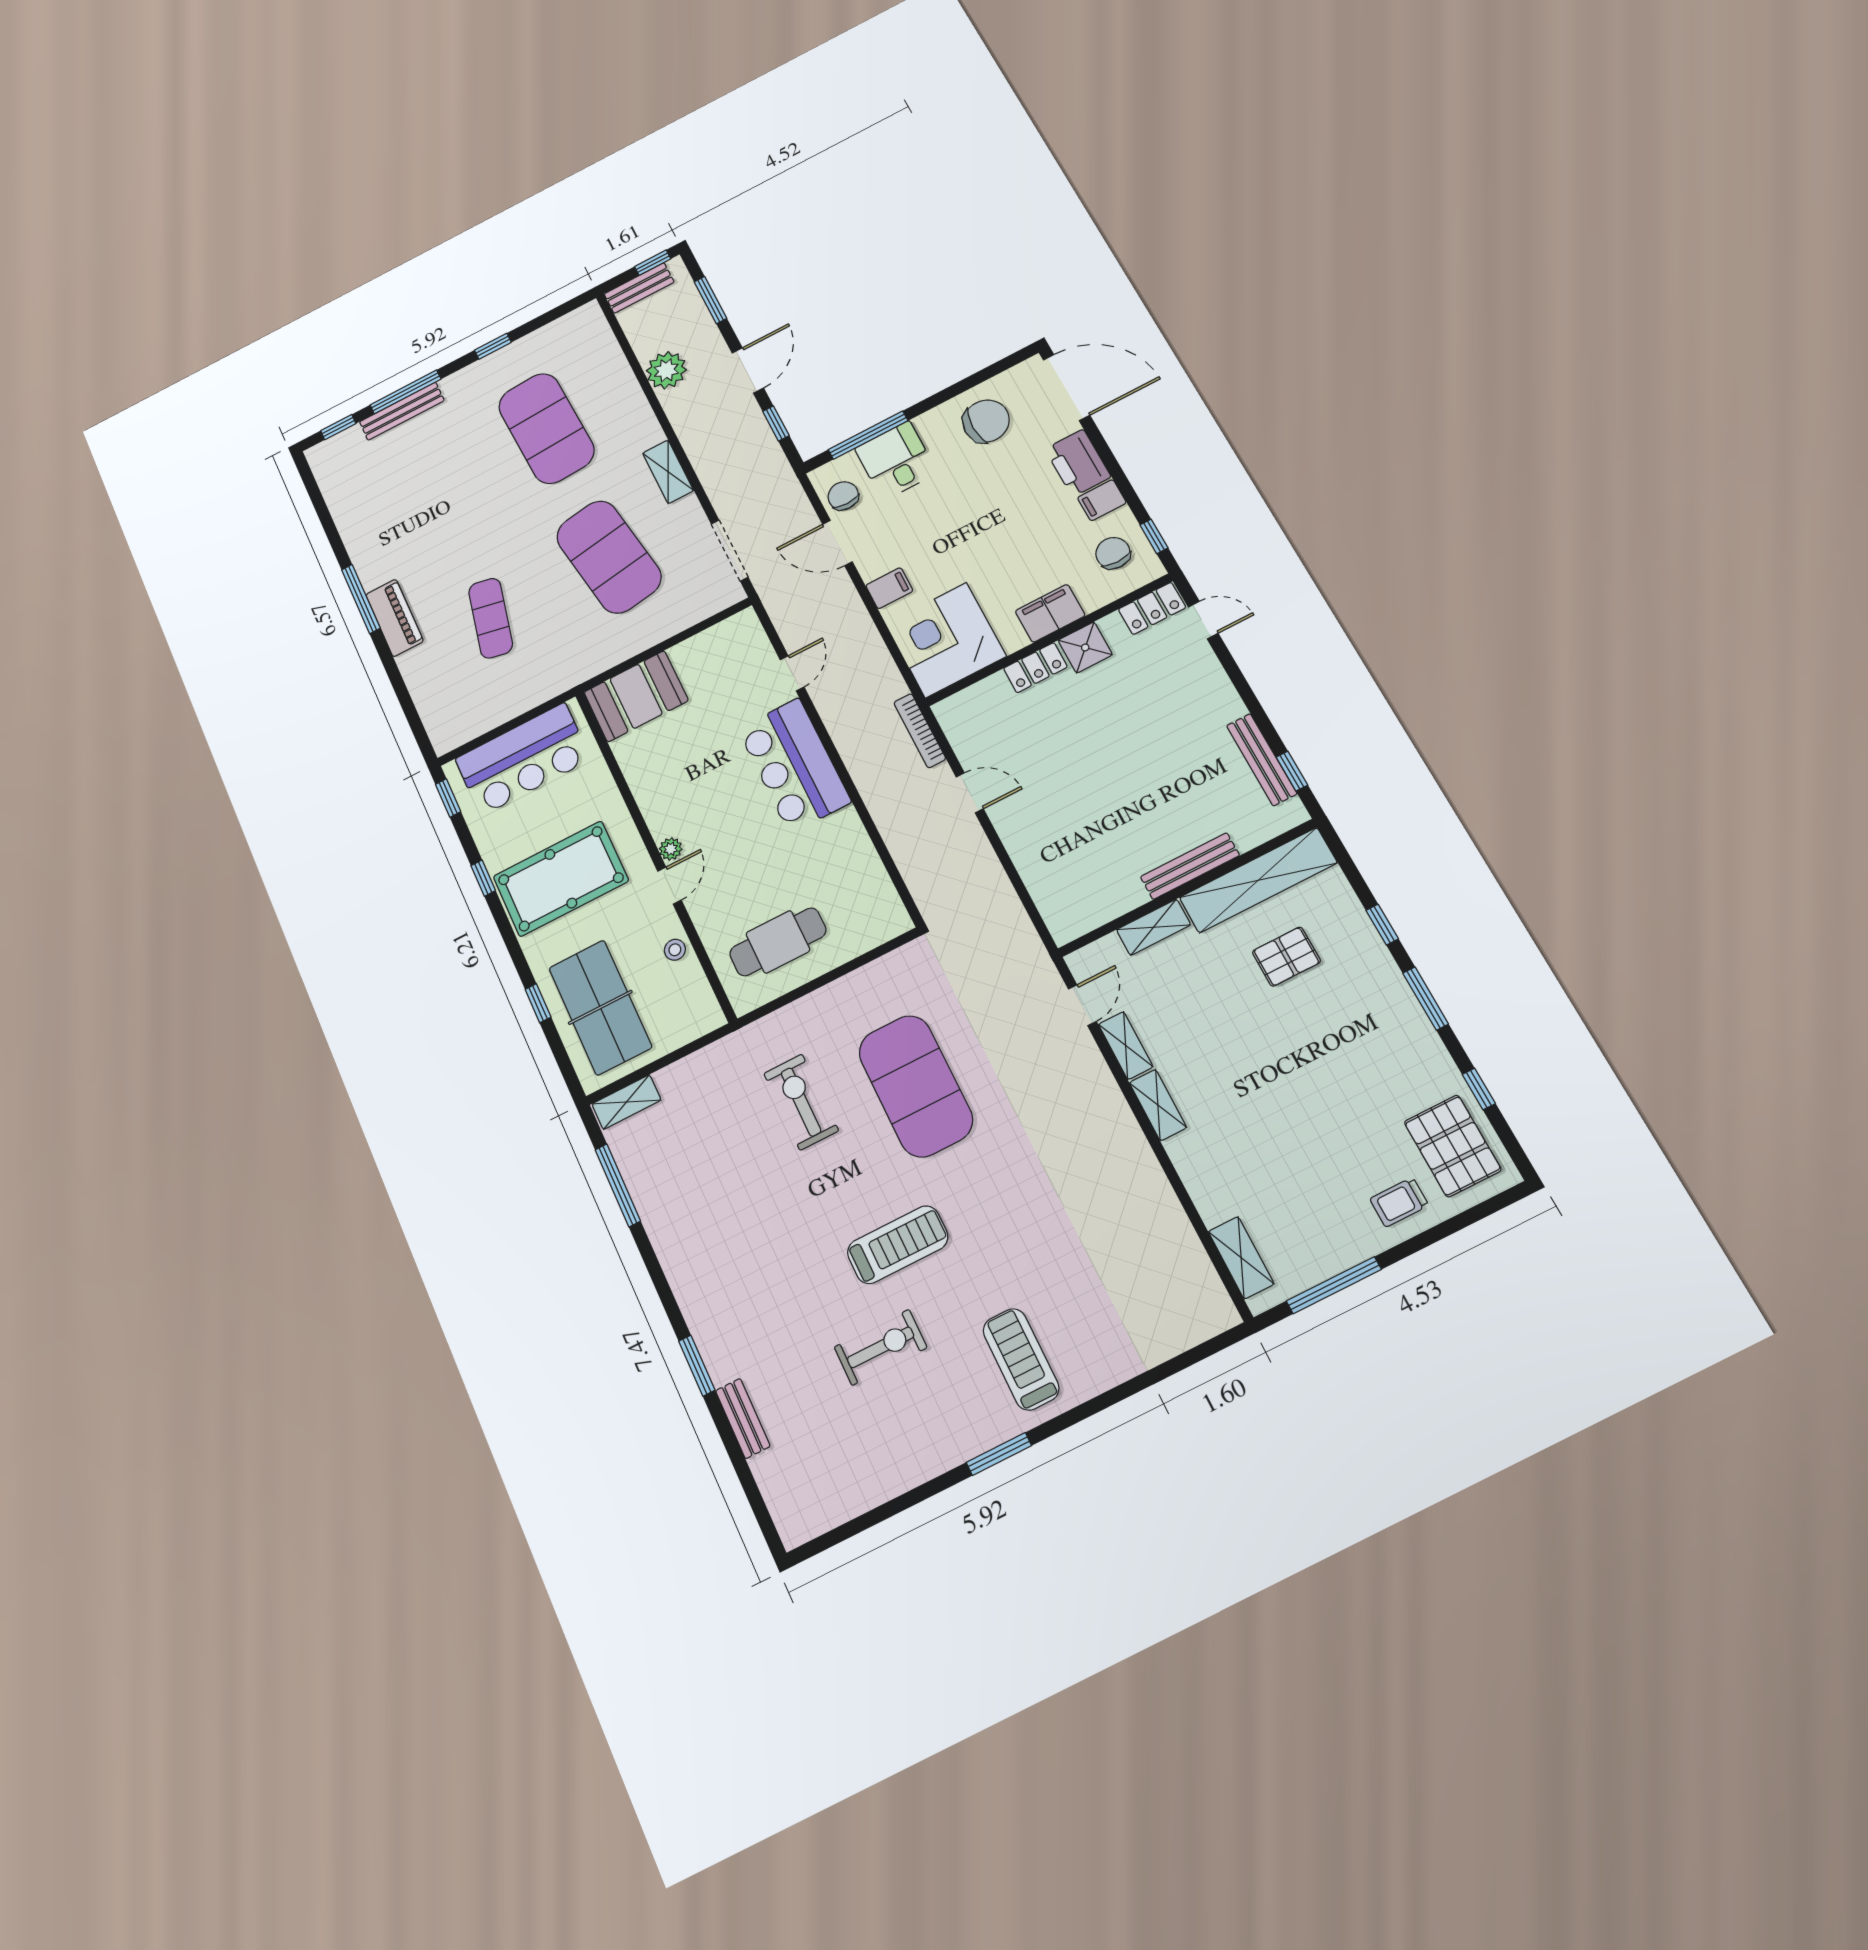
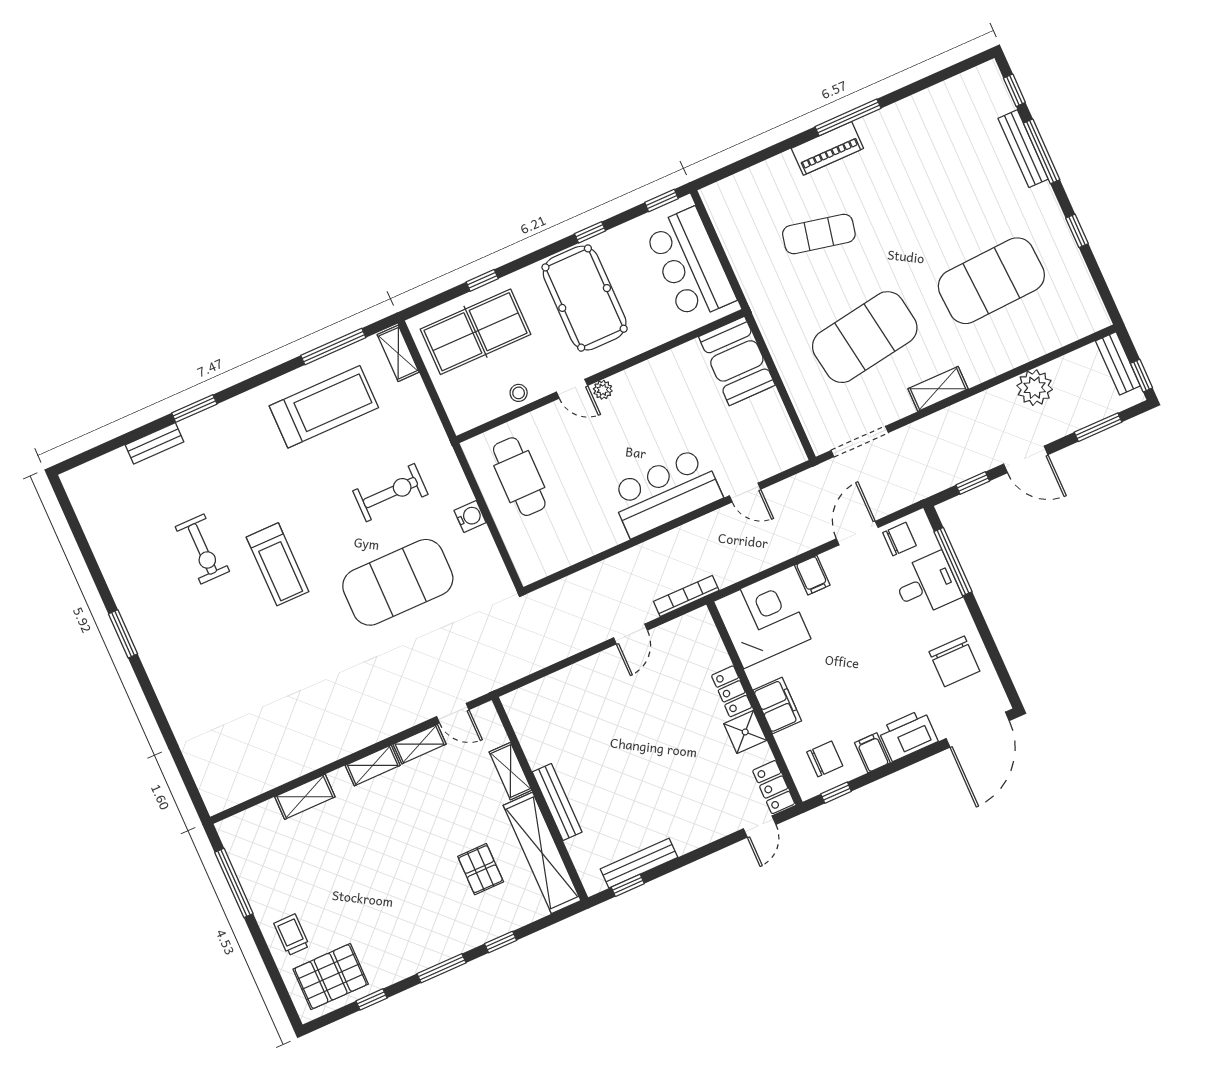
water cooler: (829, 999) -> (470, 516), added
shelving: (1241, 1258) -> (305, 797), moved
treadmill: (1021, 1359) -> (324, 407), moved, width x1.37, depth x1.38

